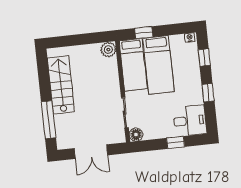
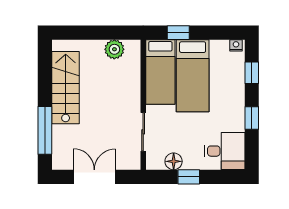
plant: (108, 50) -> (114, 49), moved
floor lamp: (136, 135) -> (174, 161), moved
window: (176, 142) -> (189, 177), moved
double door: (91, 152) -> (94, 177), swing flipped

